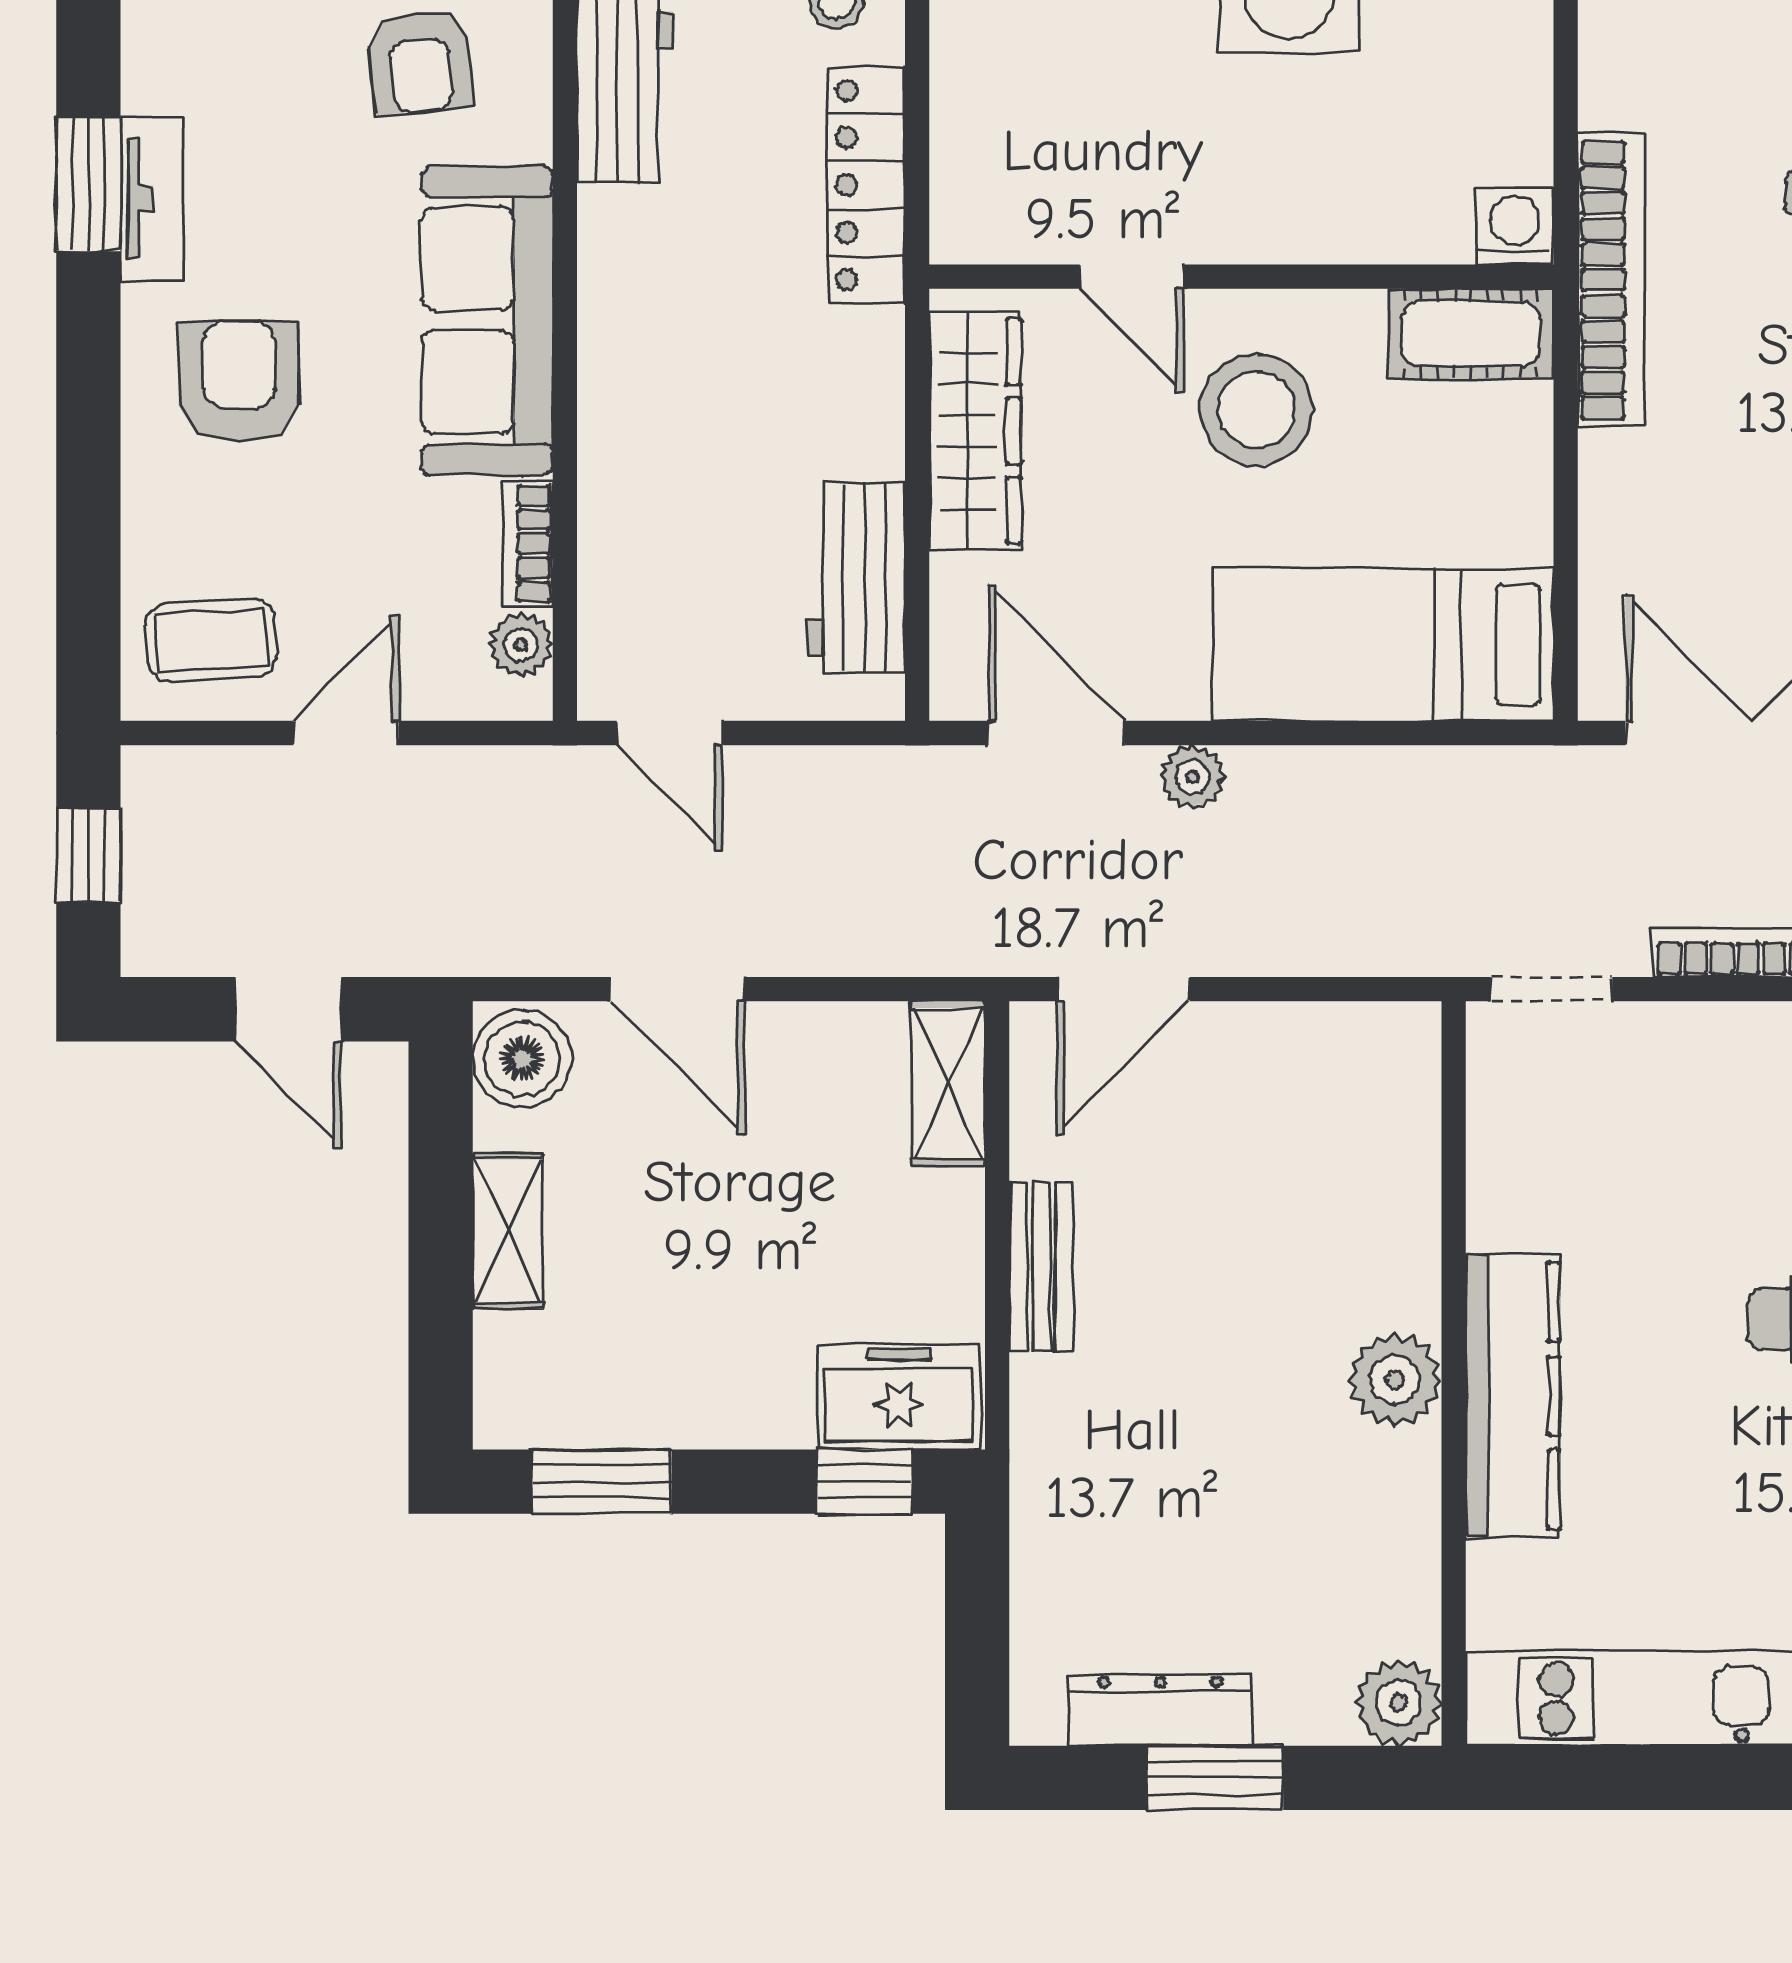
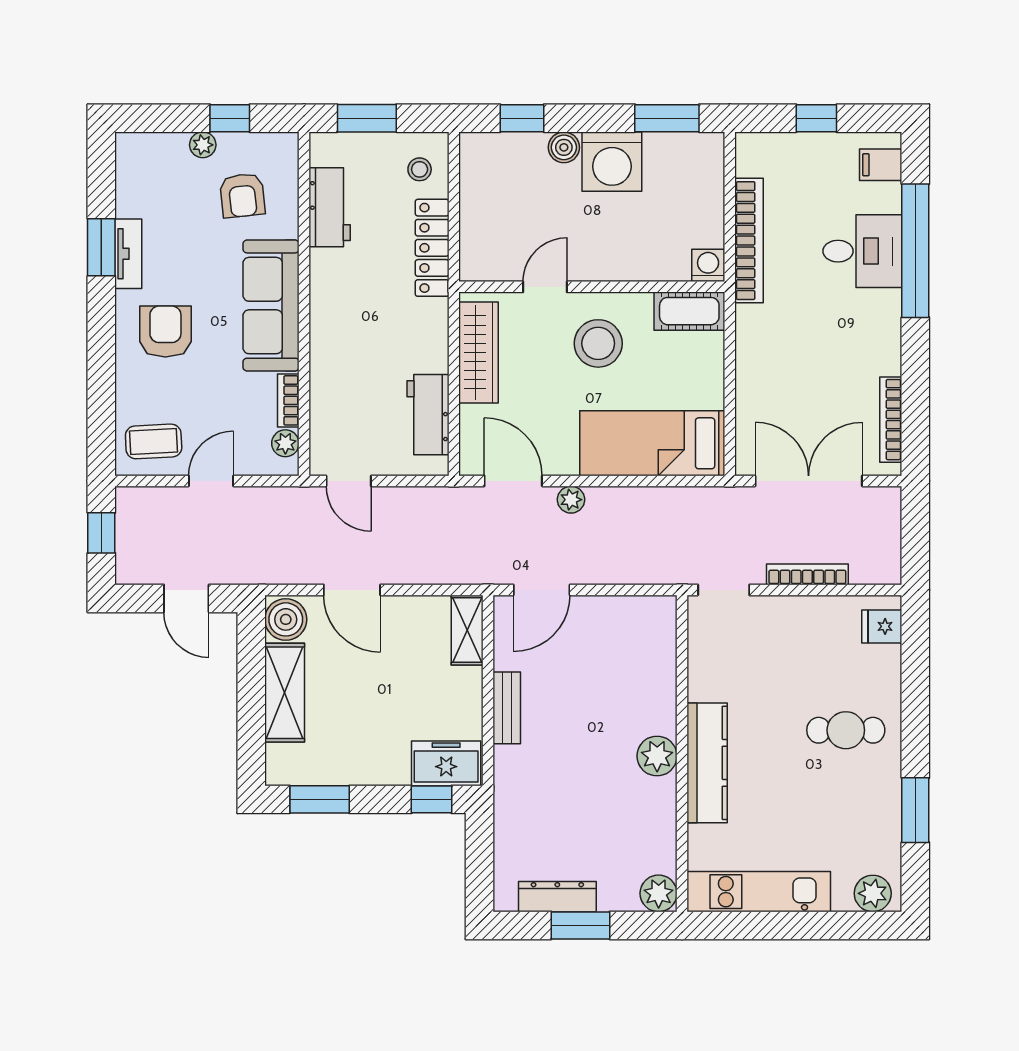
door: (1131, 277) -> (545, 287), swing flipped
bookcase: (1611, 280) -> (749, 241), moved
shelving: (508, 1231) -> (285, 693), width x1.50, depth x1.33

